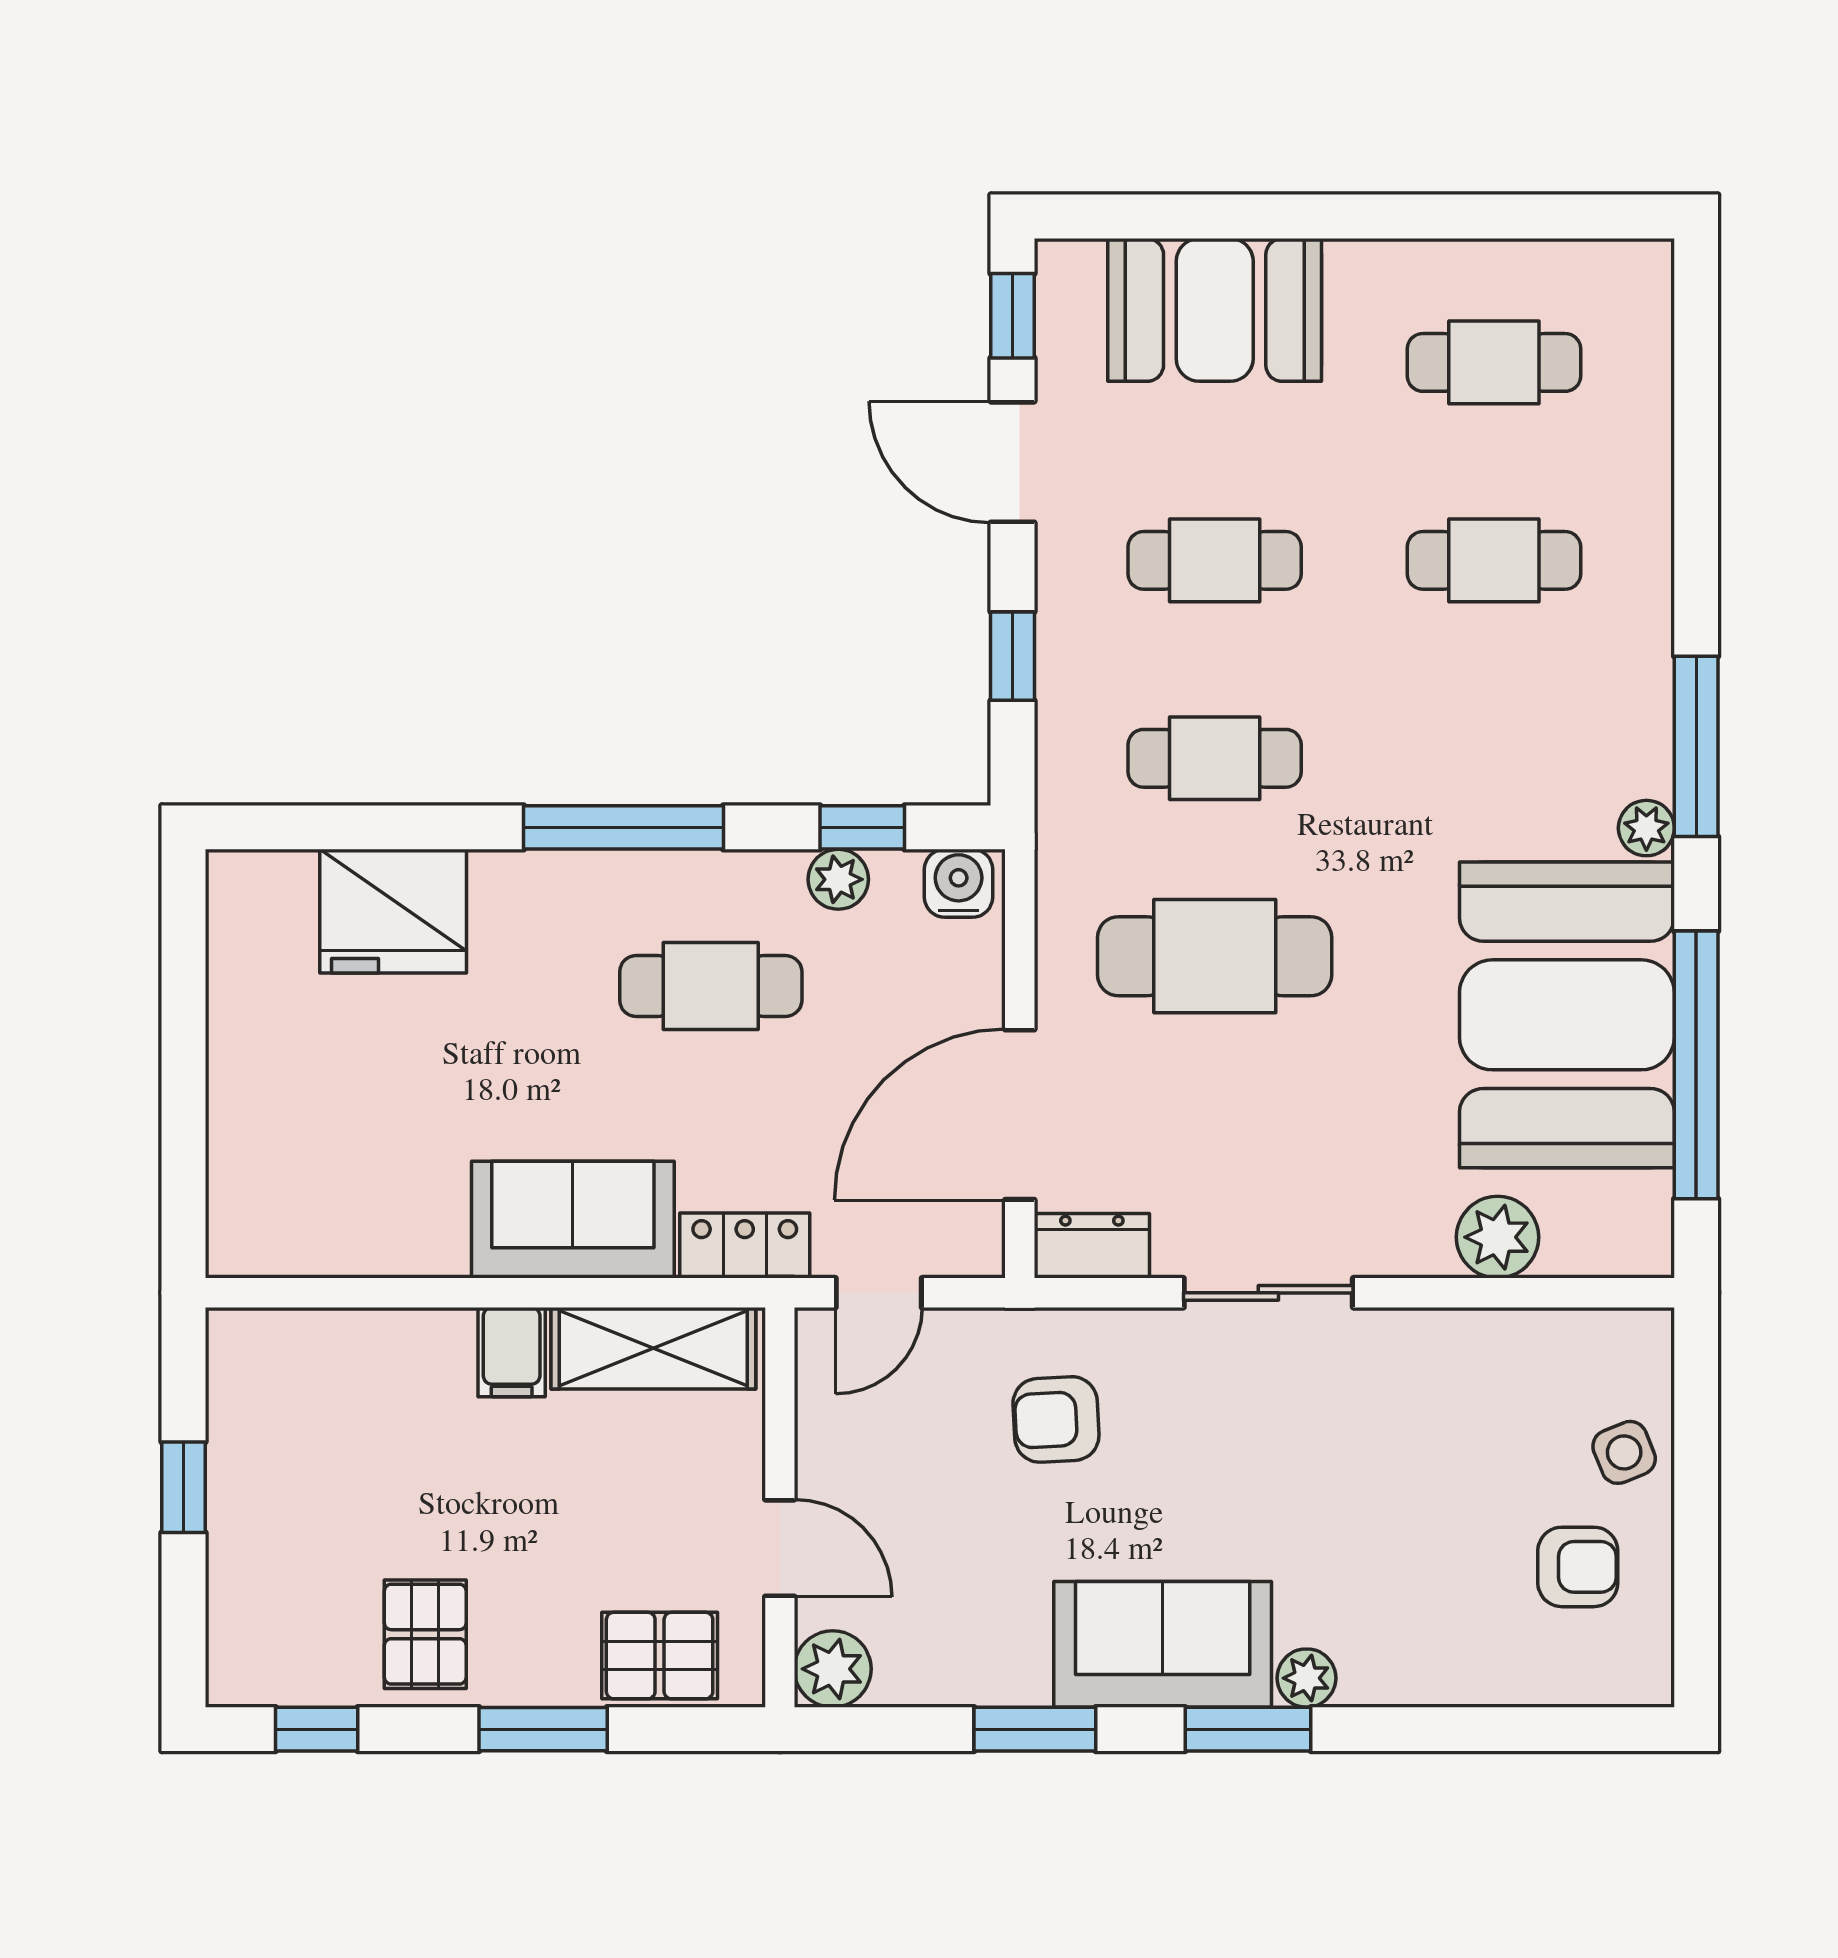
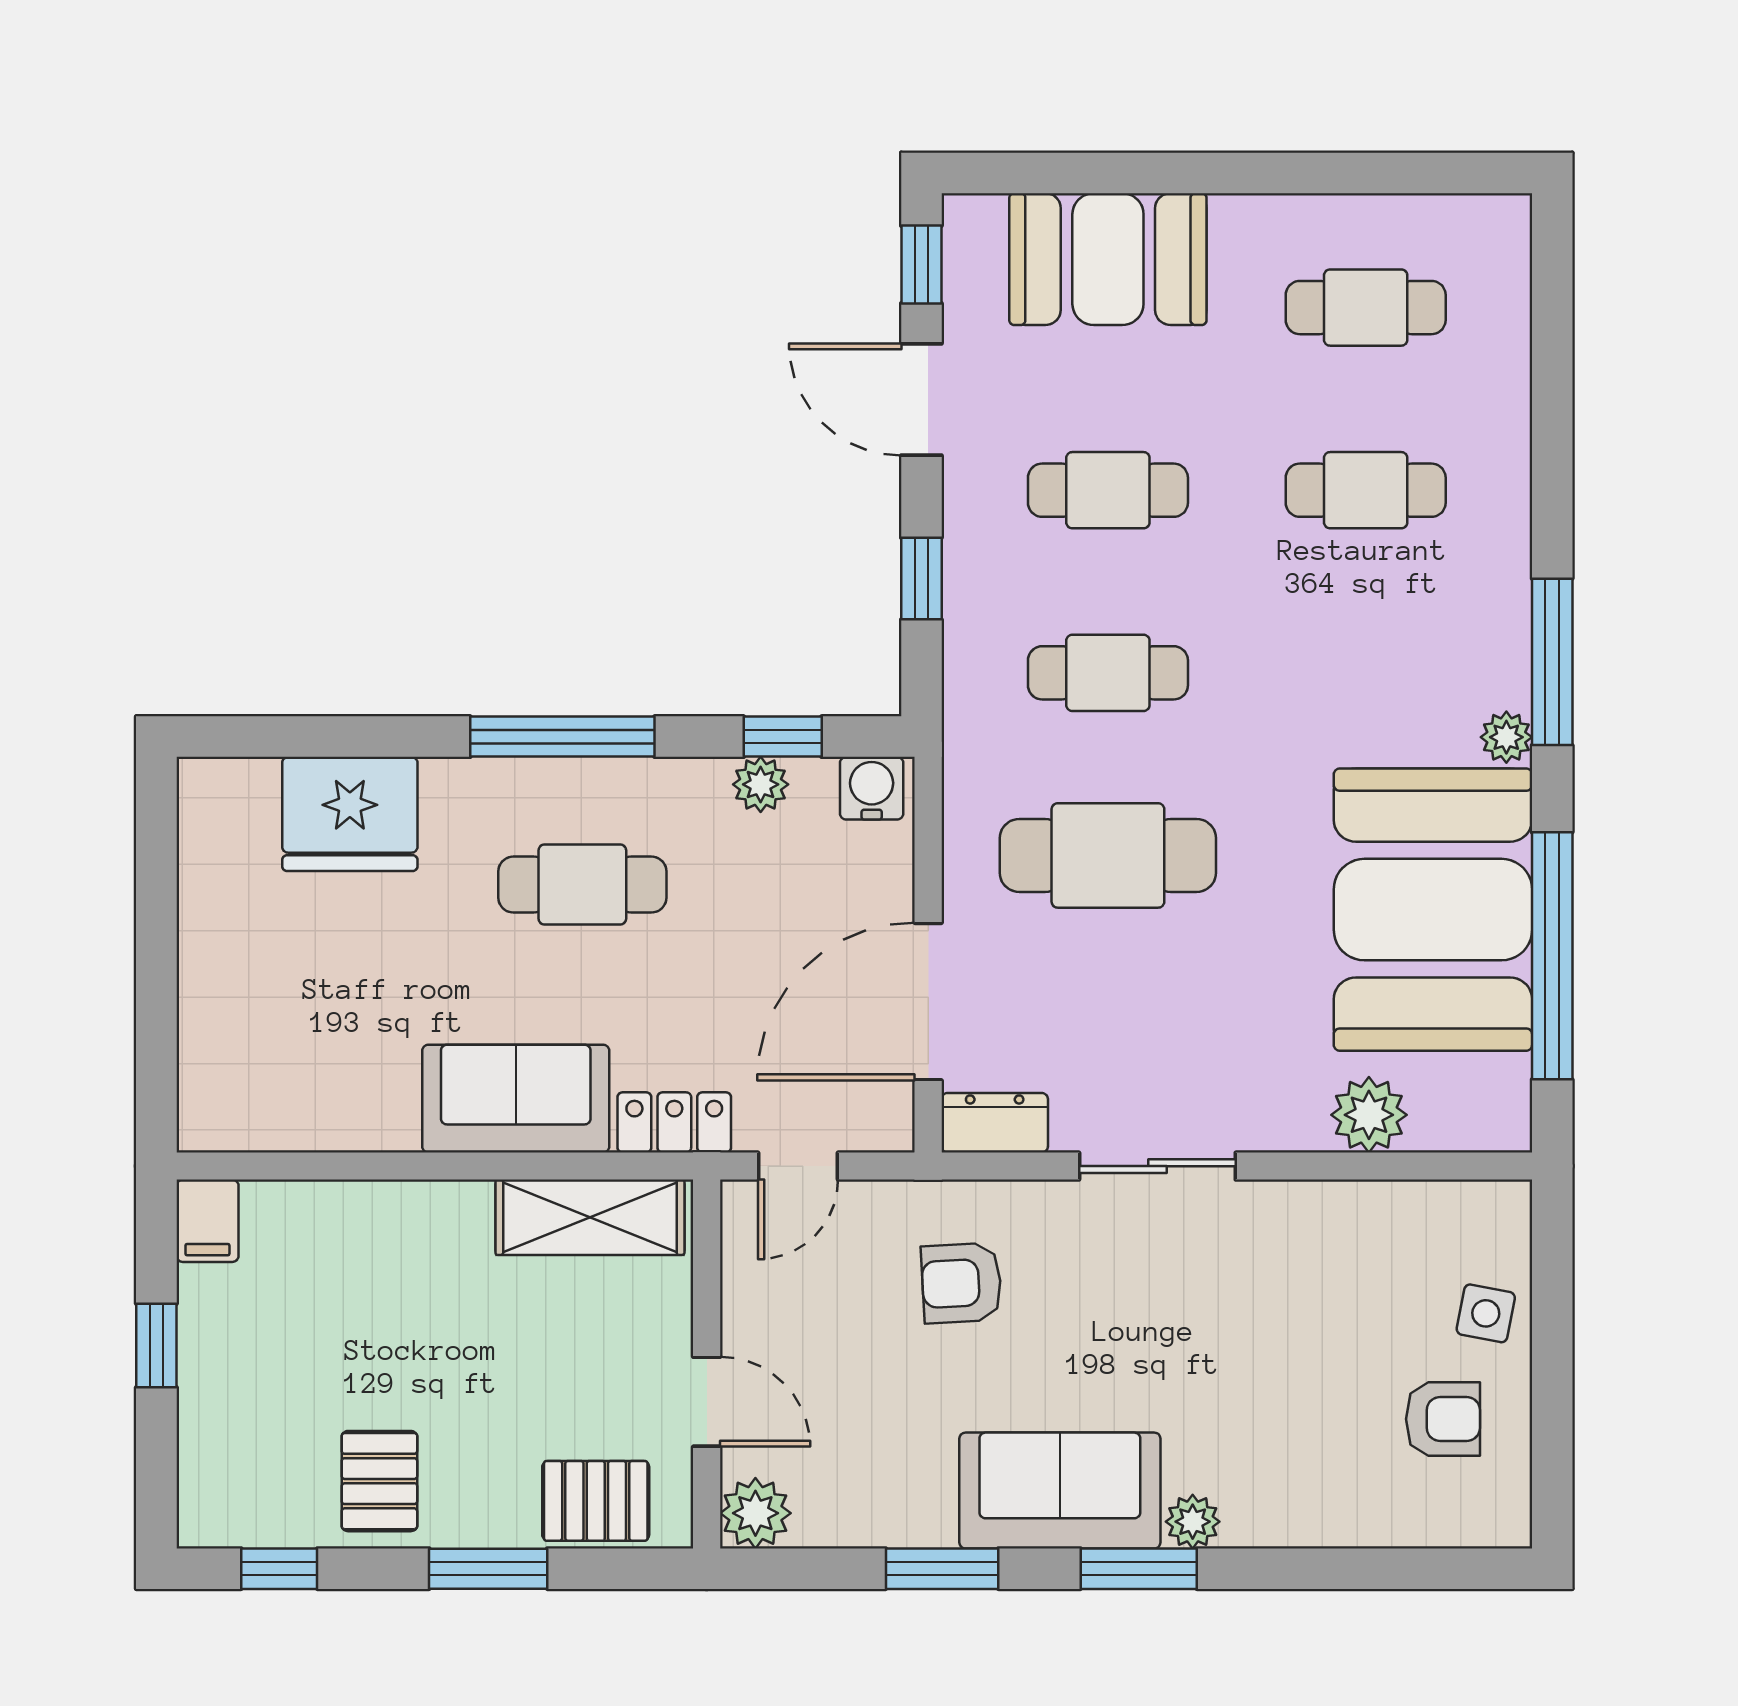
cafe table: (711, 986) -> (582, 885), moved
filing cabinet: (512, 1352) -> (207, 1221), moved
side table: (1624, 1452) -> (1486, 1313), turned 33

